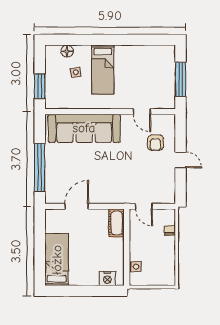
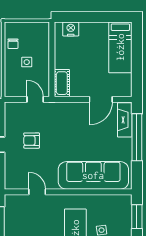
armchair: (155, 143) -> (32, 141), moved, turned -90
fireplace: (52, 185) -> (125, 120), added
chair: (169, 230) -> (13, 44), moved
side table: (136, 267) -> (27, 62), moved

